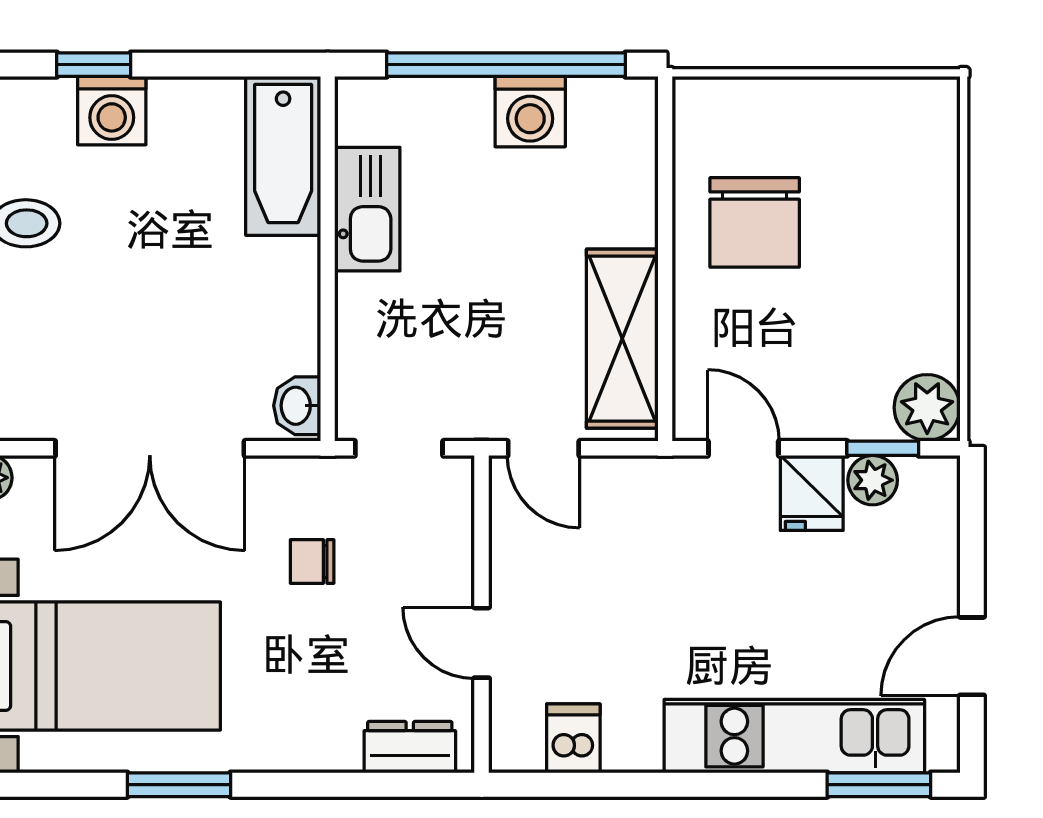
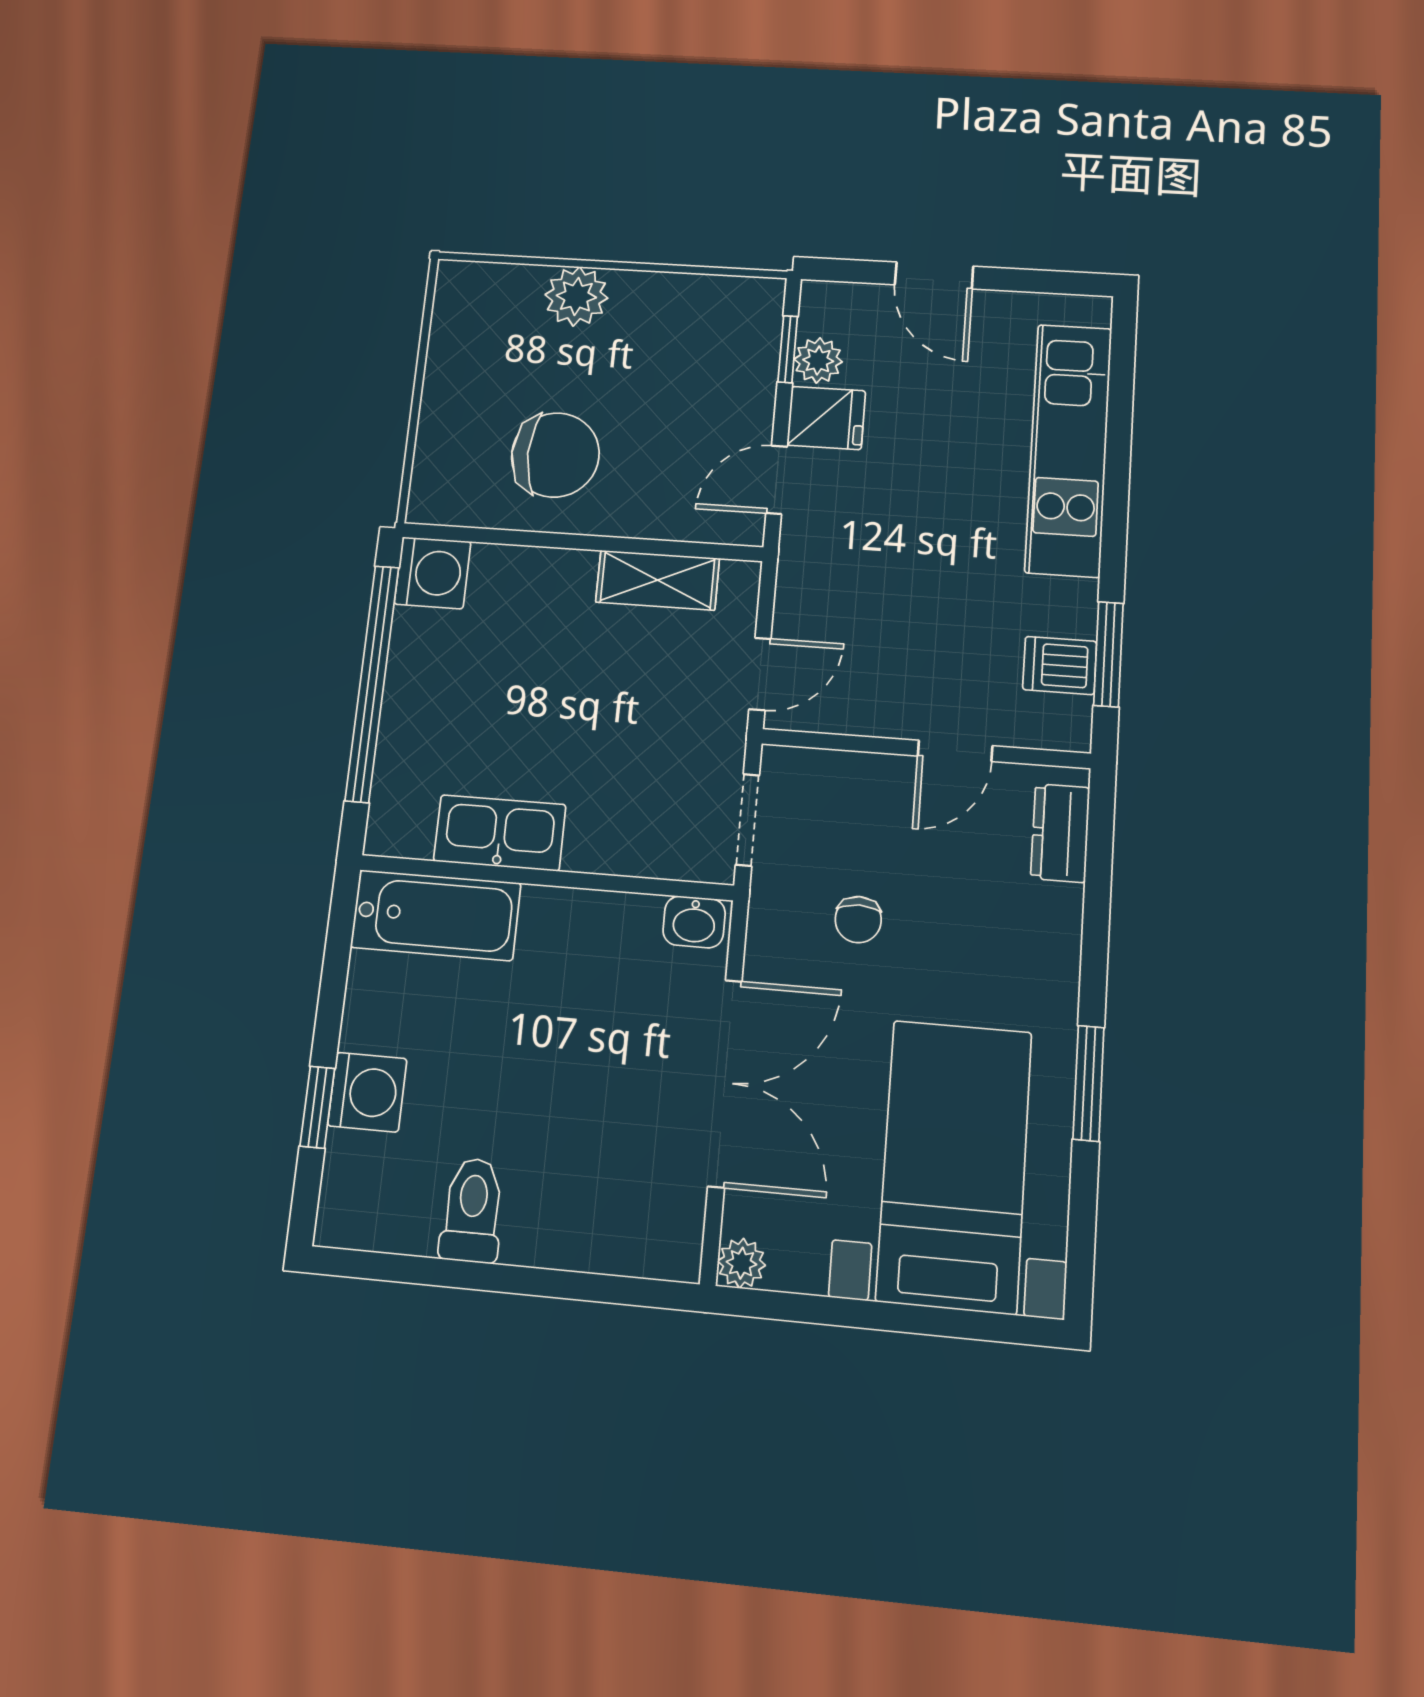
washing machine: (530, 112) -> (433, 573), moved
shelving: (622, 339) -> (658, 580), width x0.67, depth x0.75
plant: (927, 407) -> (576, 296), moved
door: (972, 656) -> (934, 276), moved
window: (879, 785) -> (1108, 654), moved

